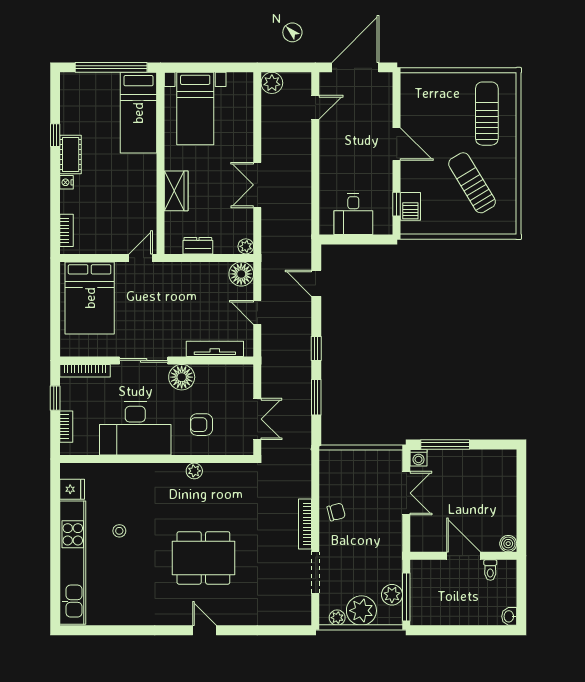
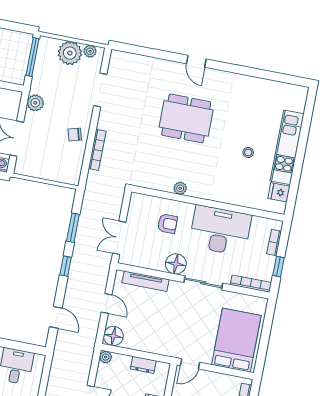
double door: (257, 419) -> (119, 238), moved
bookcase: (305, 524) -> (97, 150), moved
kitchen unit: (73, 563) -> (287, 147), width x0.73
plant: (392, 595) -> (35, 103), moved

